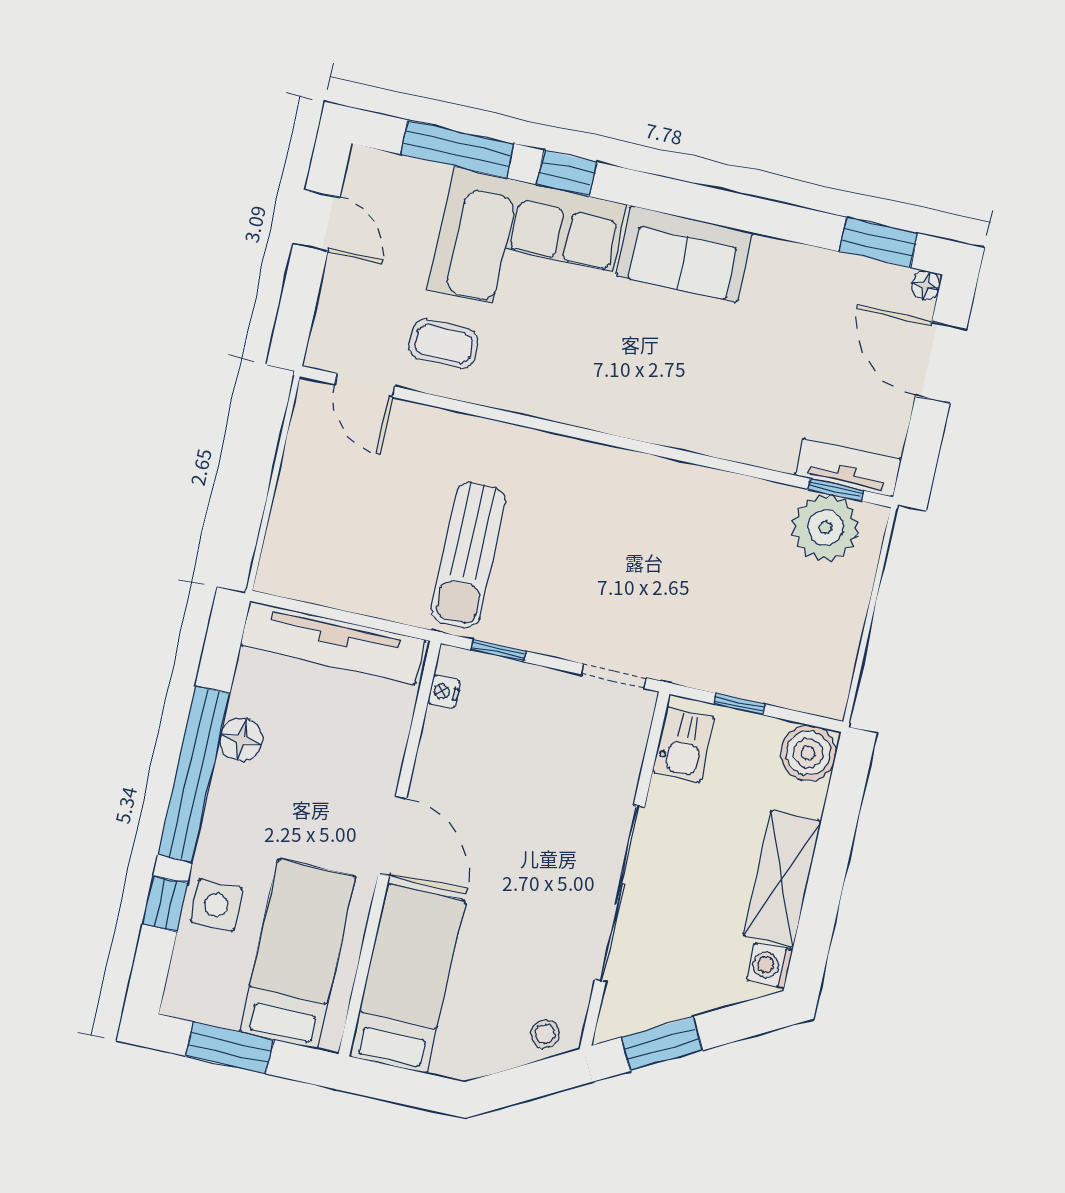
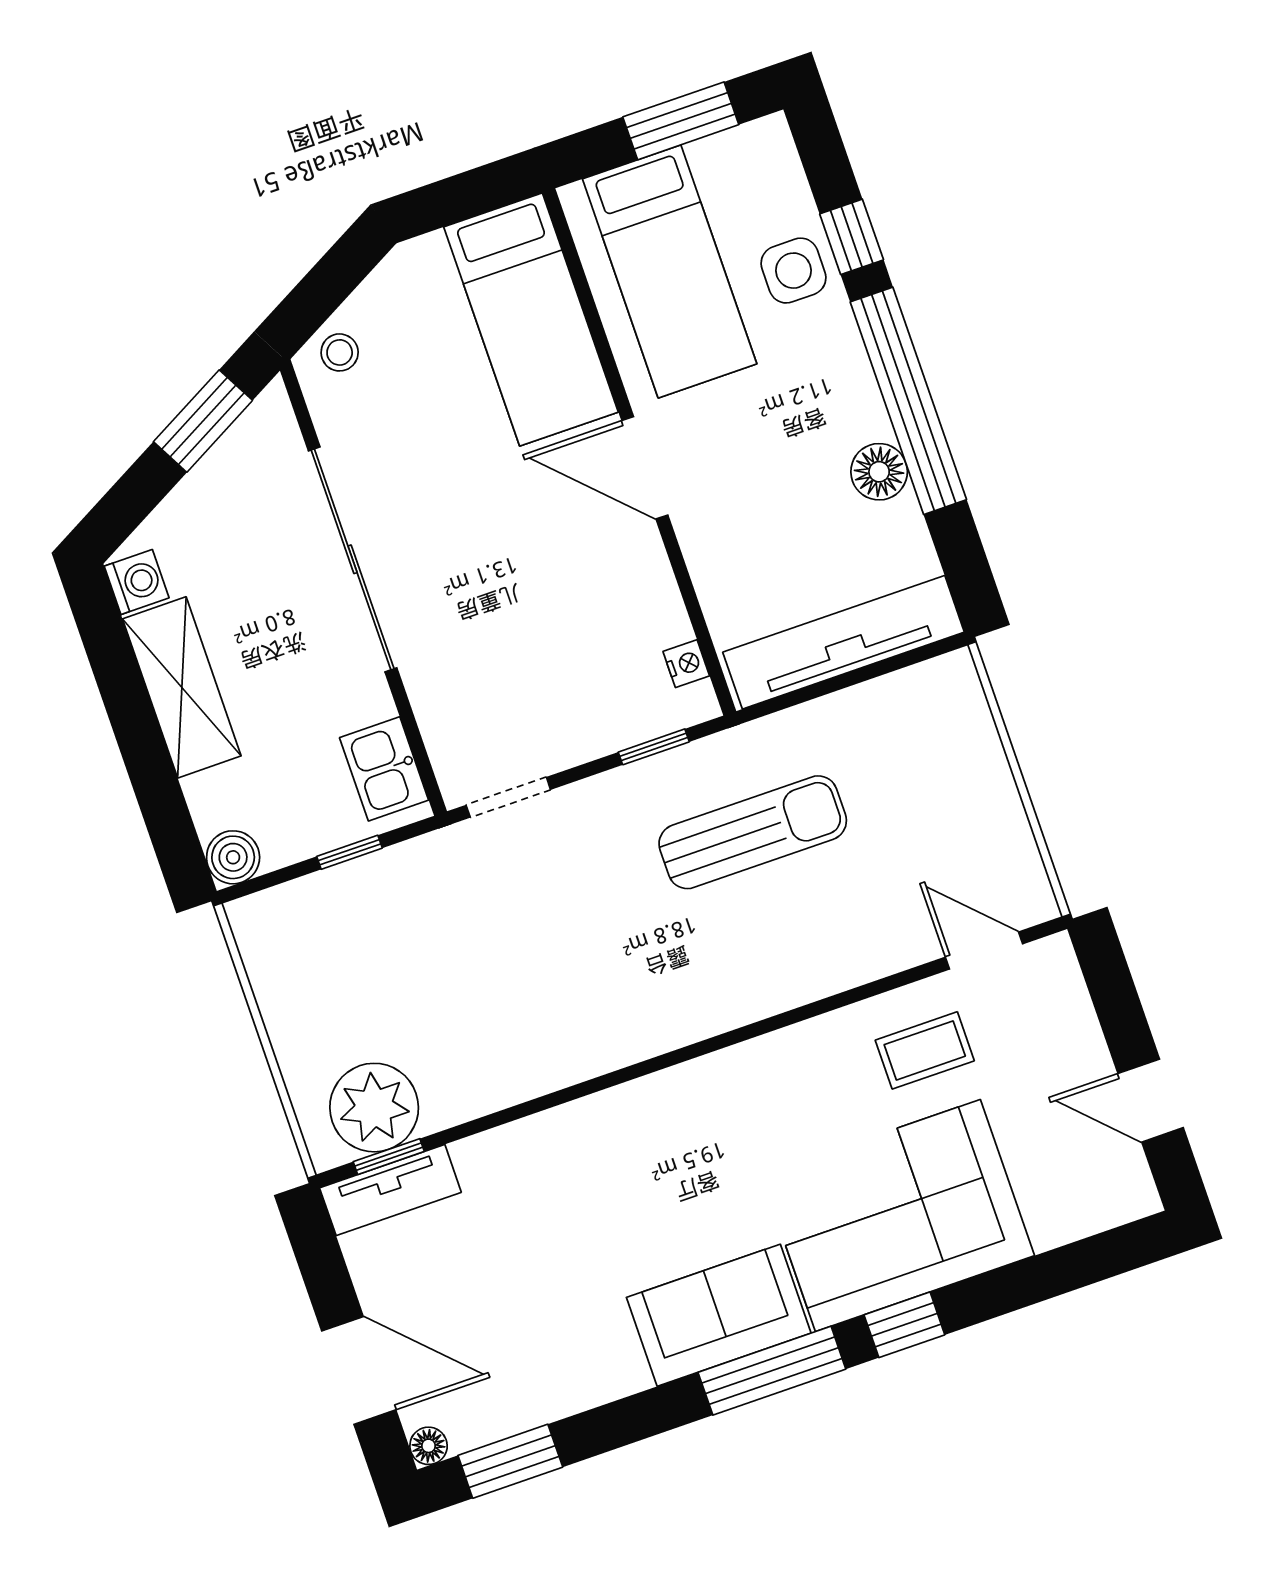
window: (457, 149) -> (772, 1371), moved
sun lounger: (468, 555) -> (753, 832), turned 90
boiler: (808, 753) -> (233, 857), width x0.73, depth x0.73

